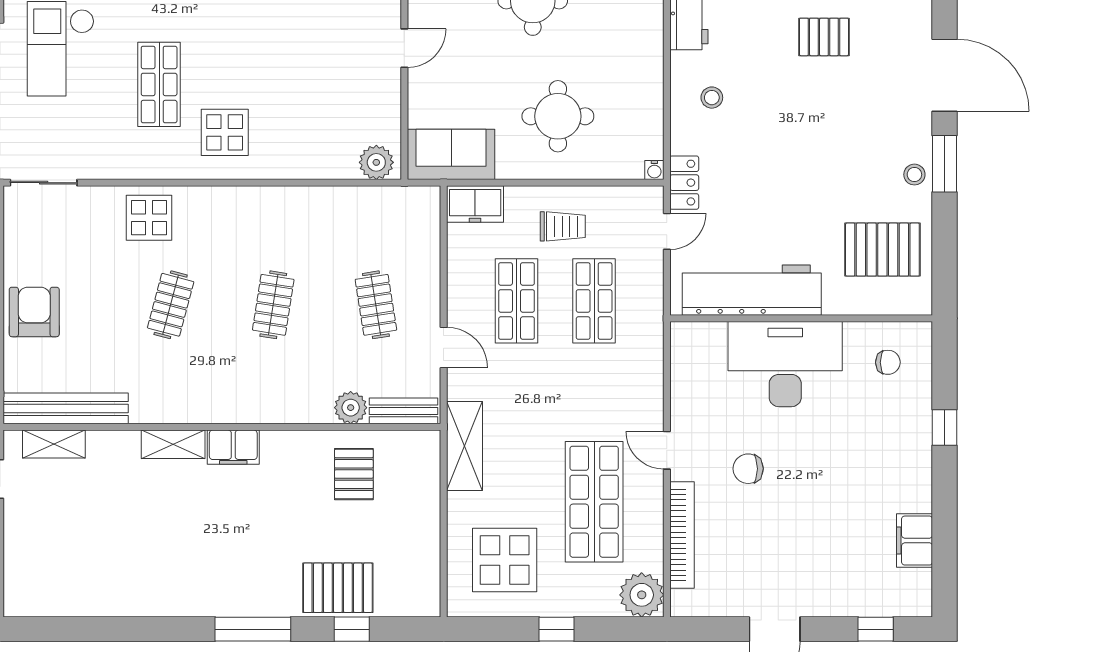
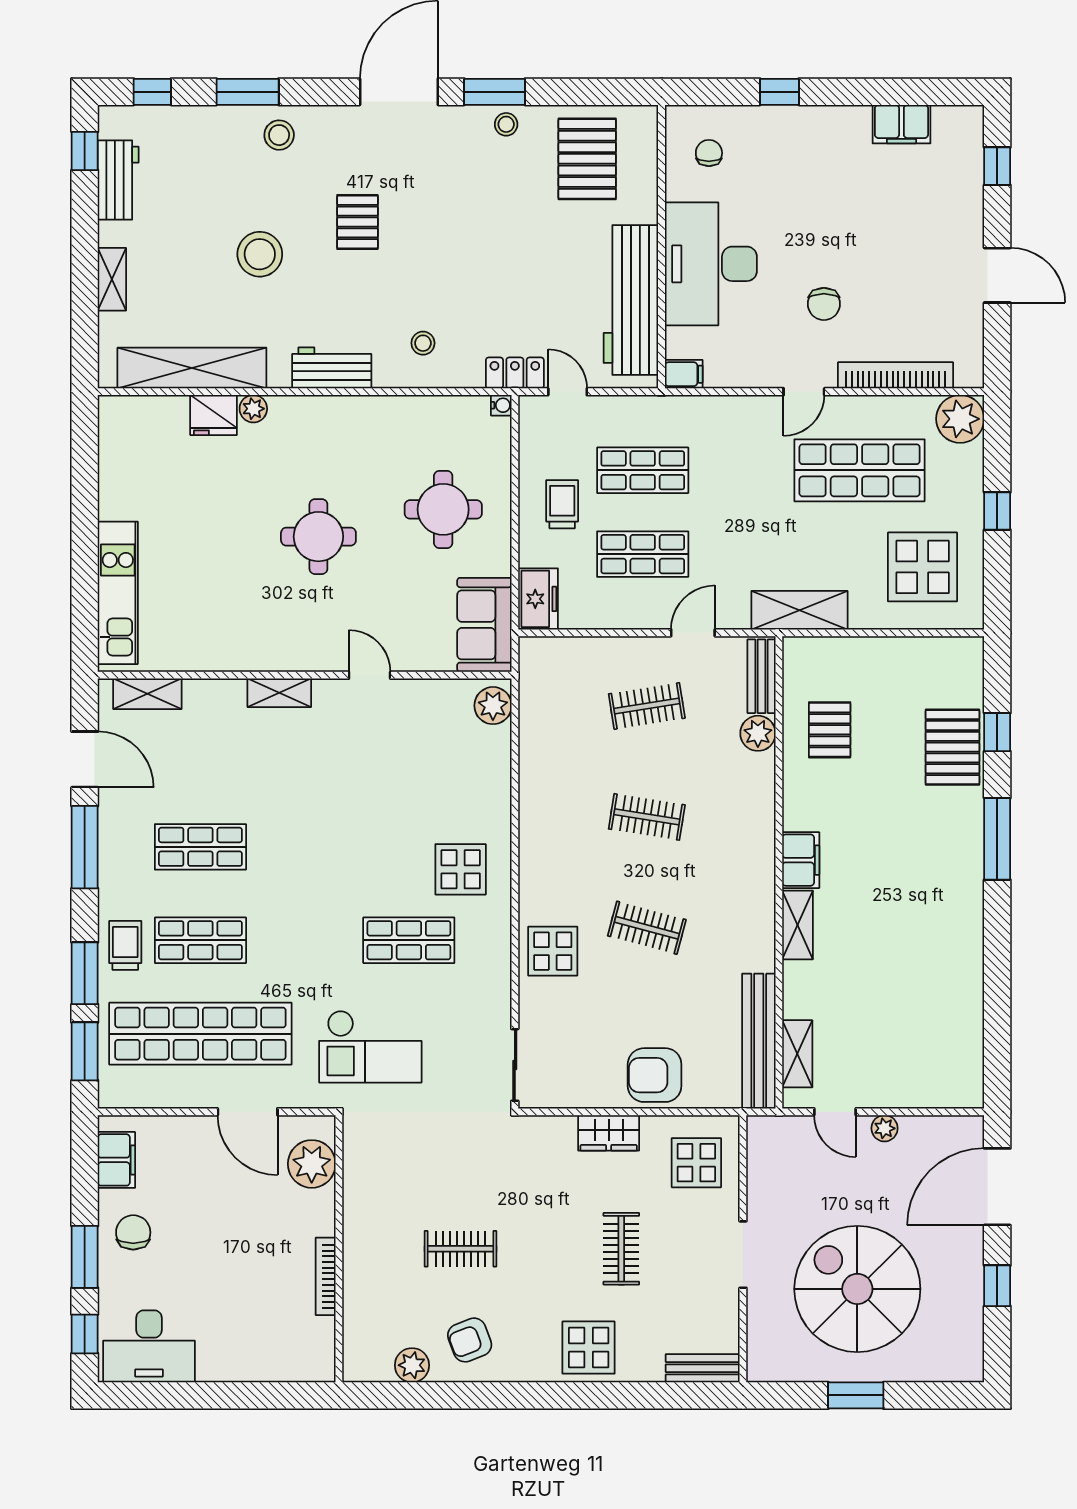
filing cabinet: (683, 339) -> (684, 374), added
pallet: (354, 474) -> (830, 730), turned 90

